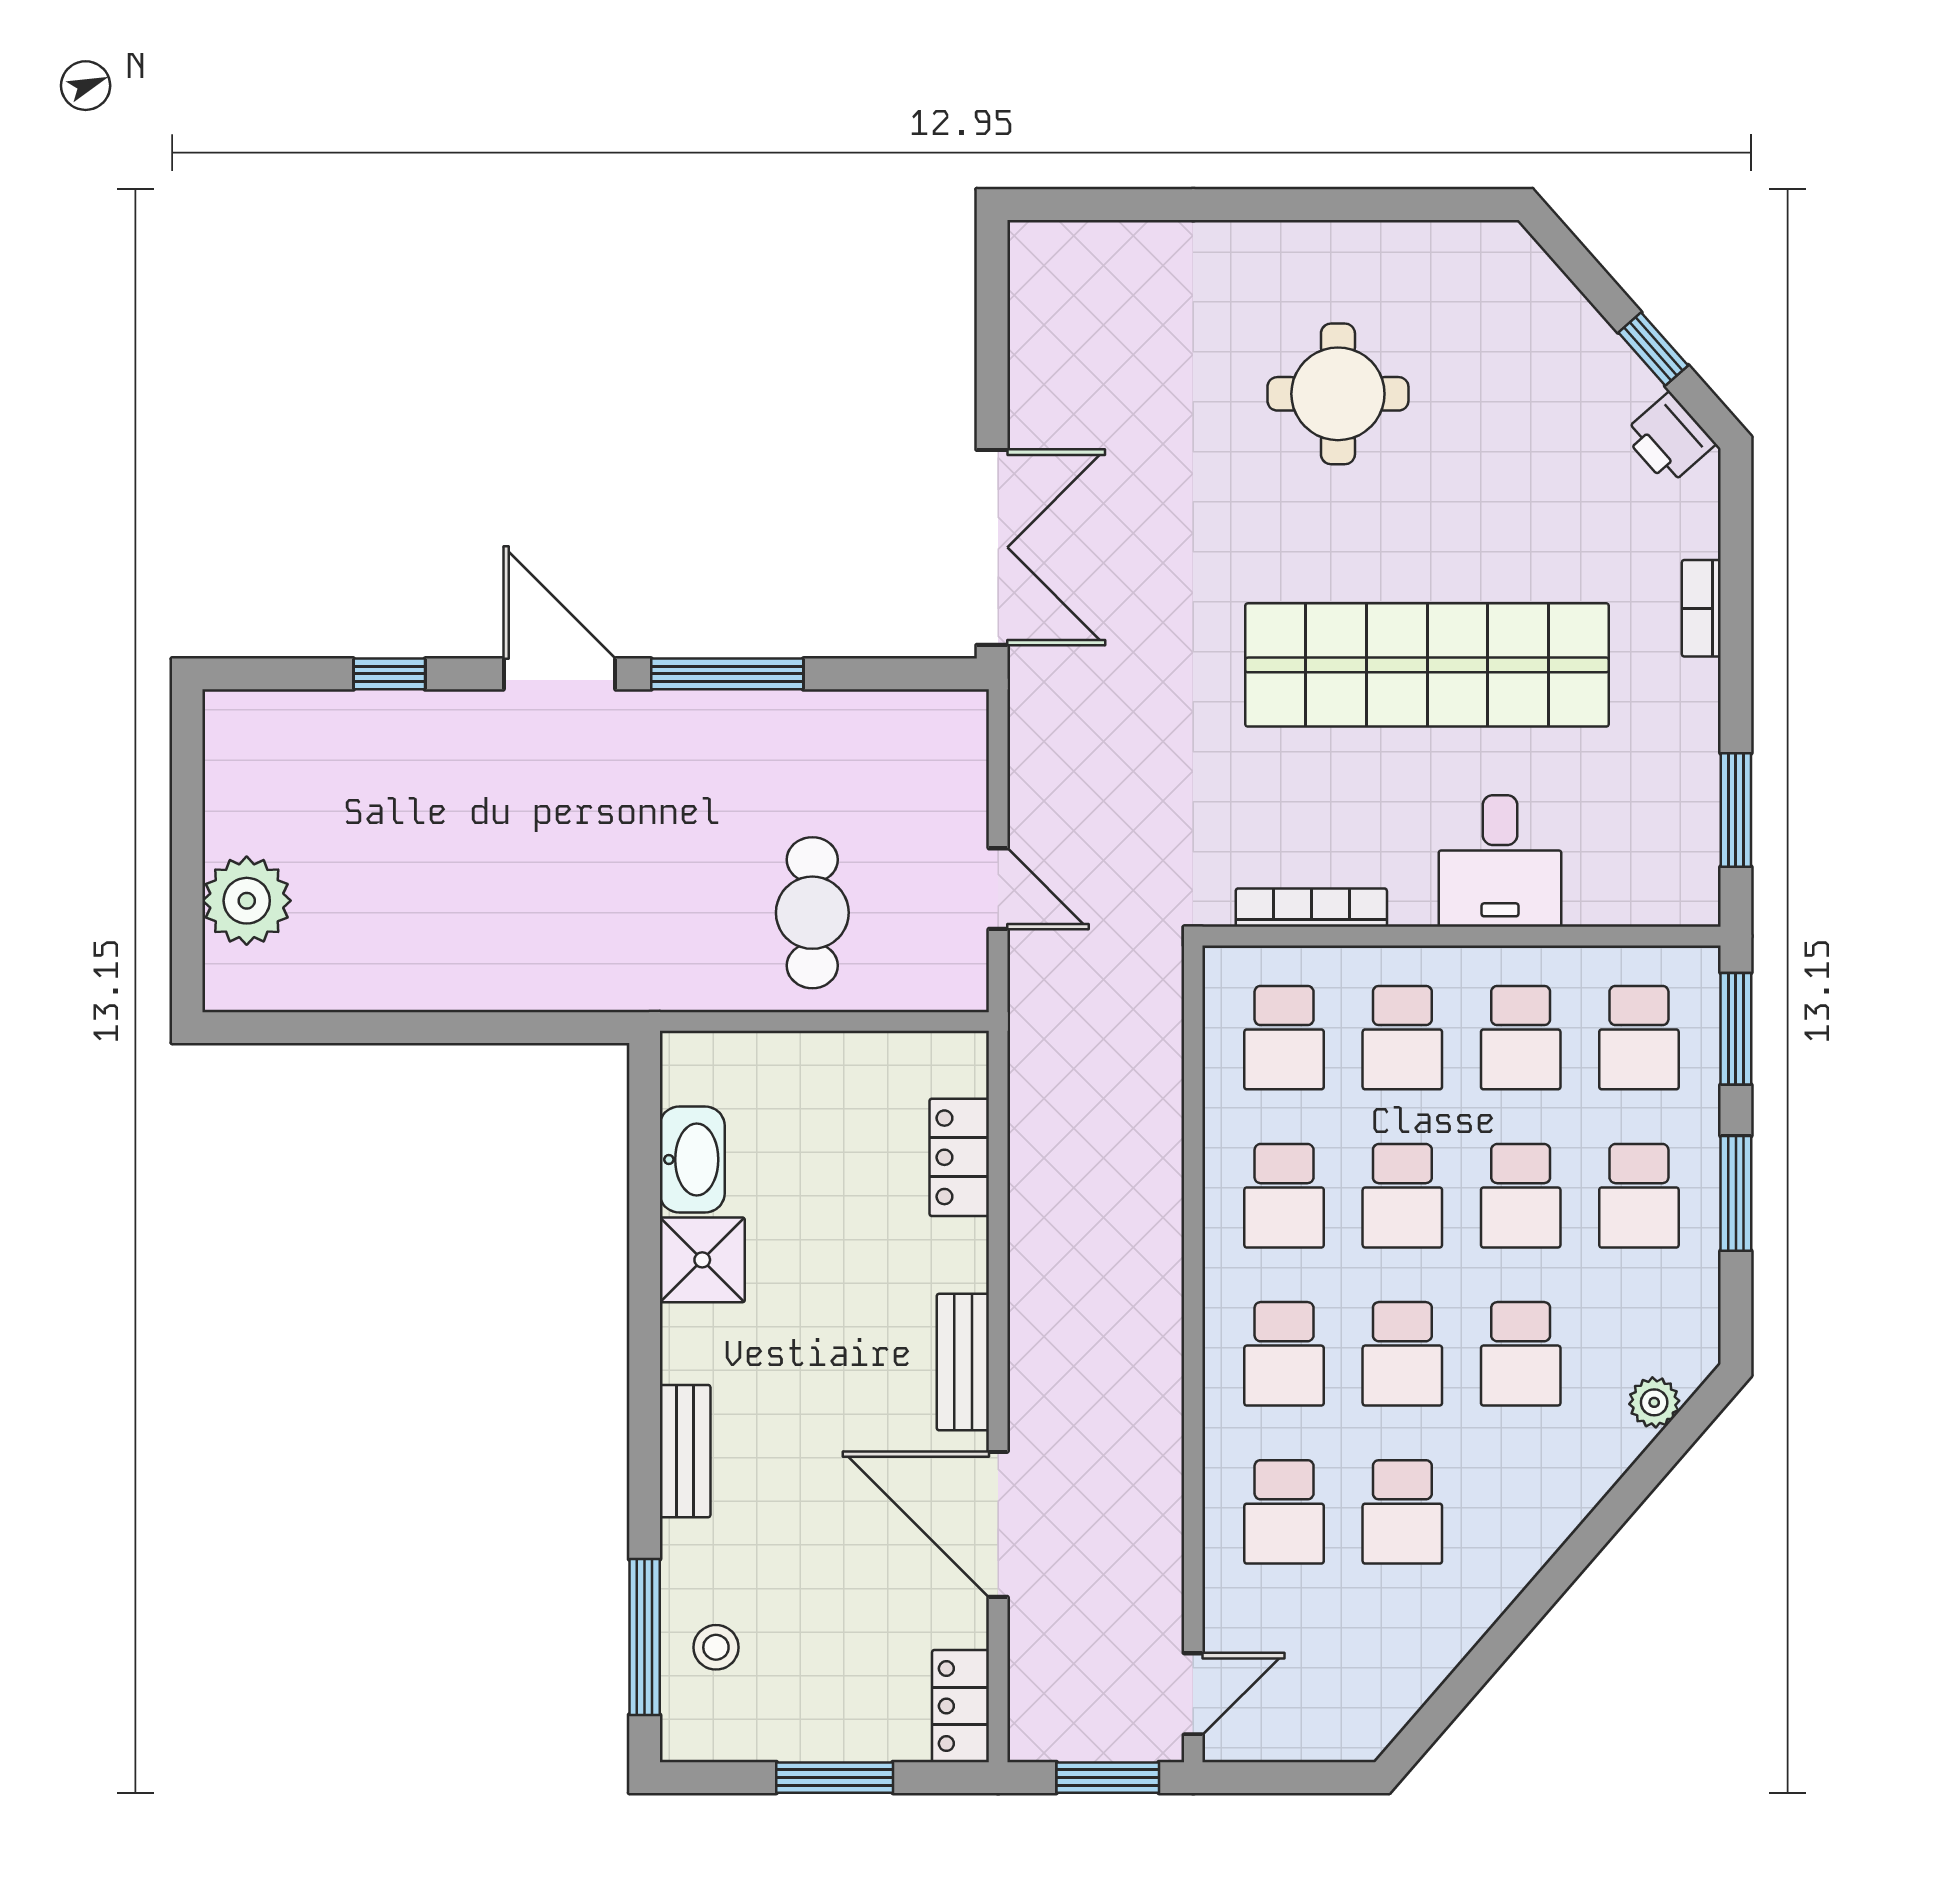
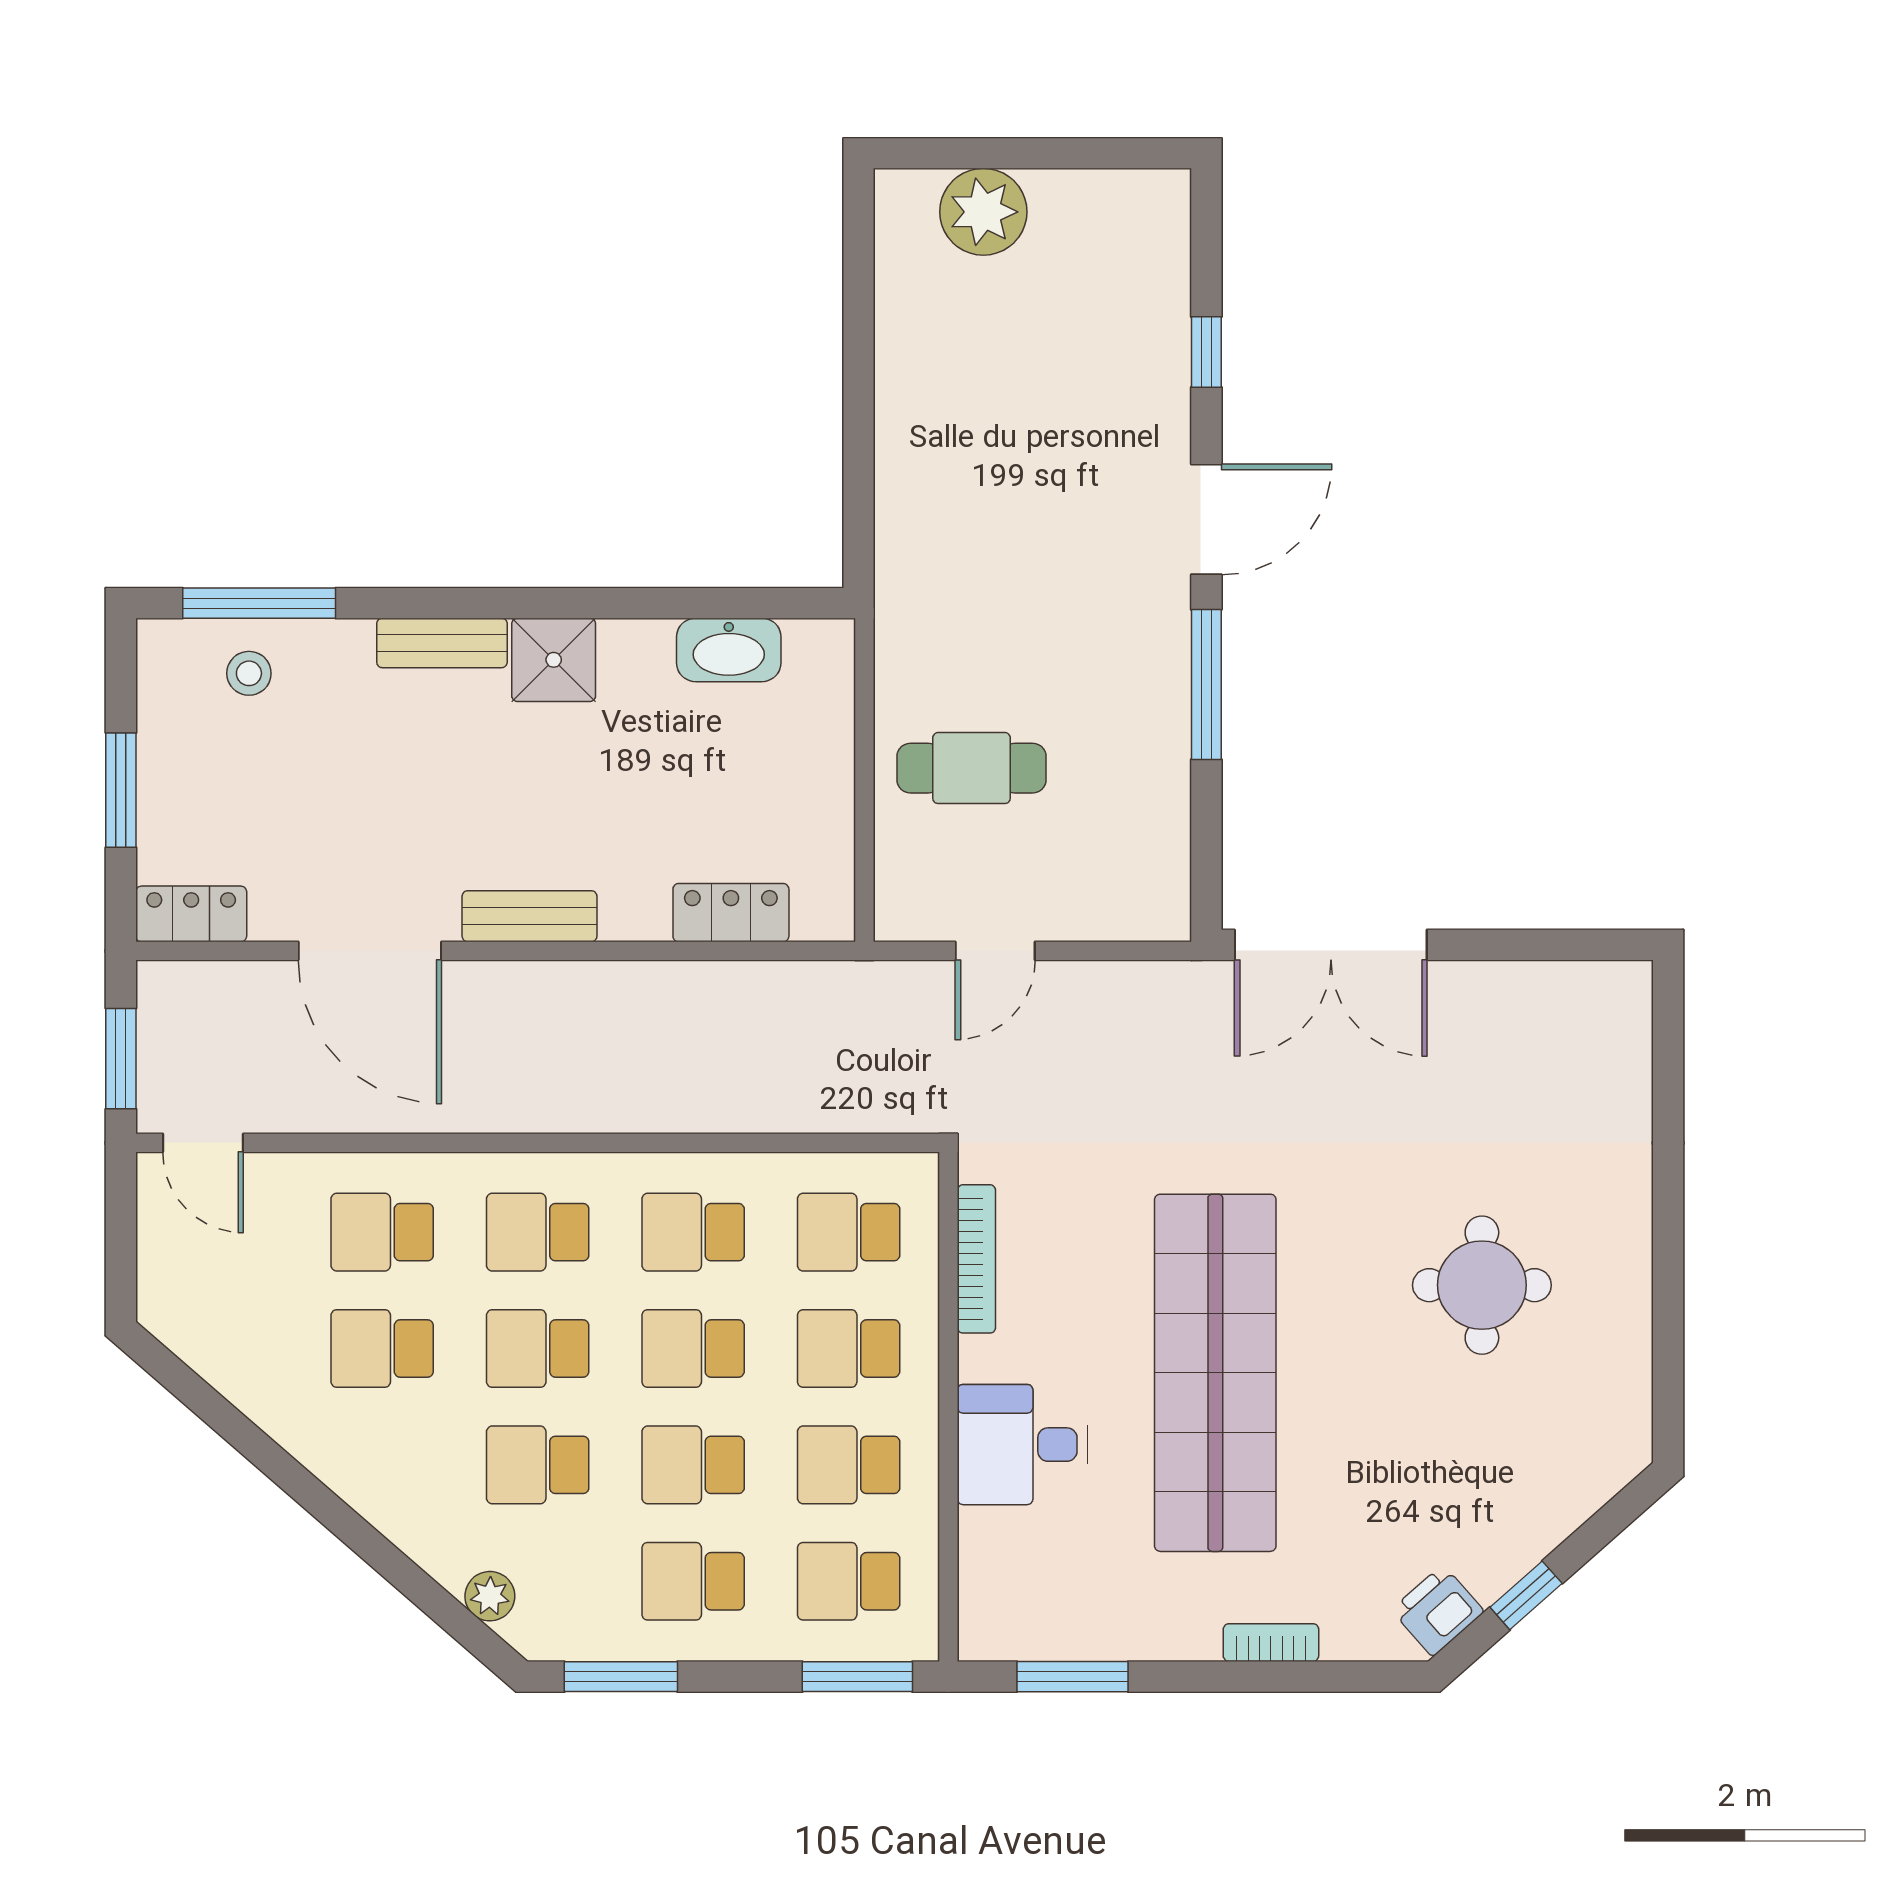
window: (1736, 1193) -> (621, 1677), moved
shower: (702, 1260) -> (554, 660), moved
door: (998, 1524) -> (370, 951), swing flipped

